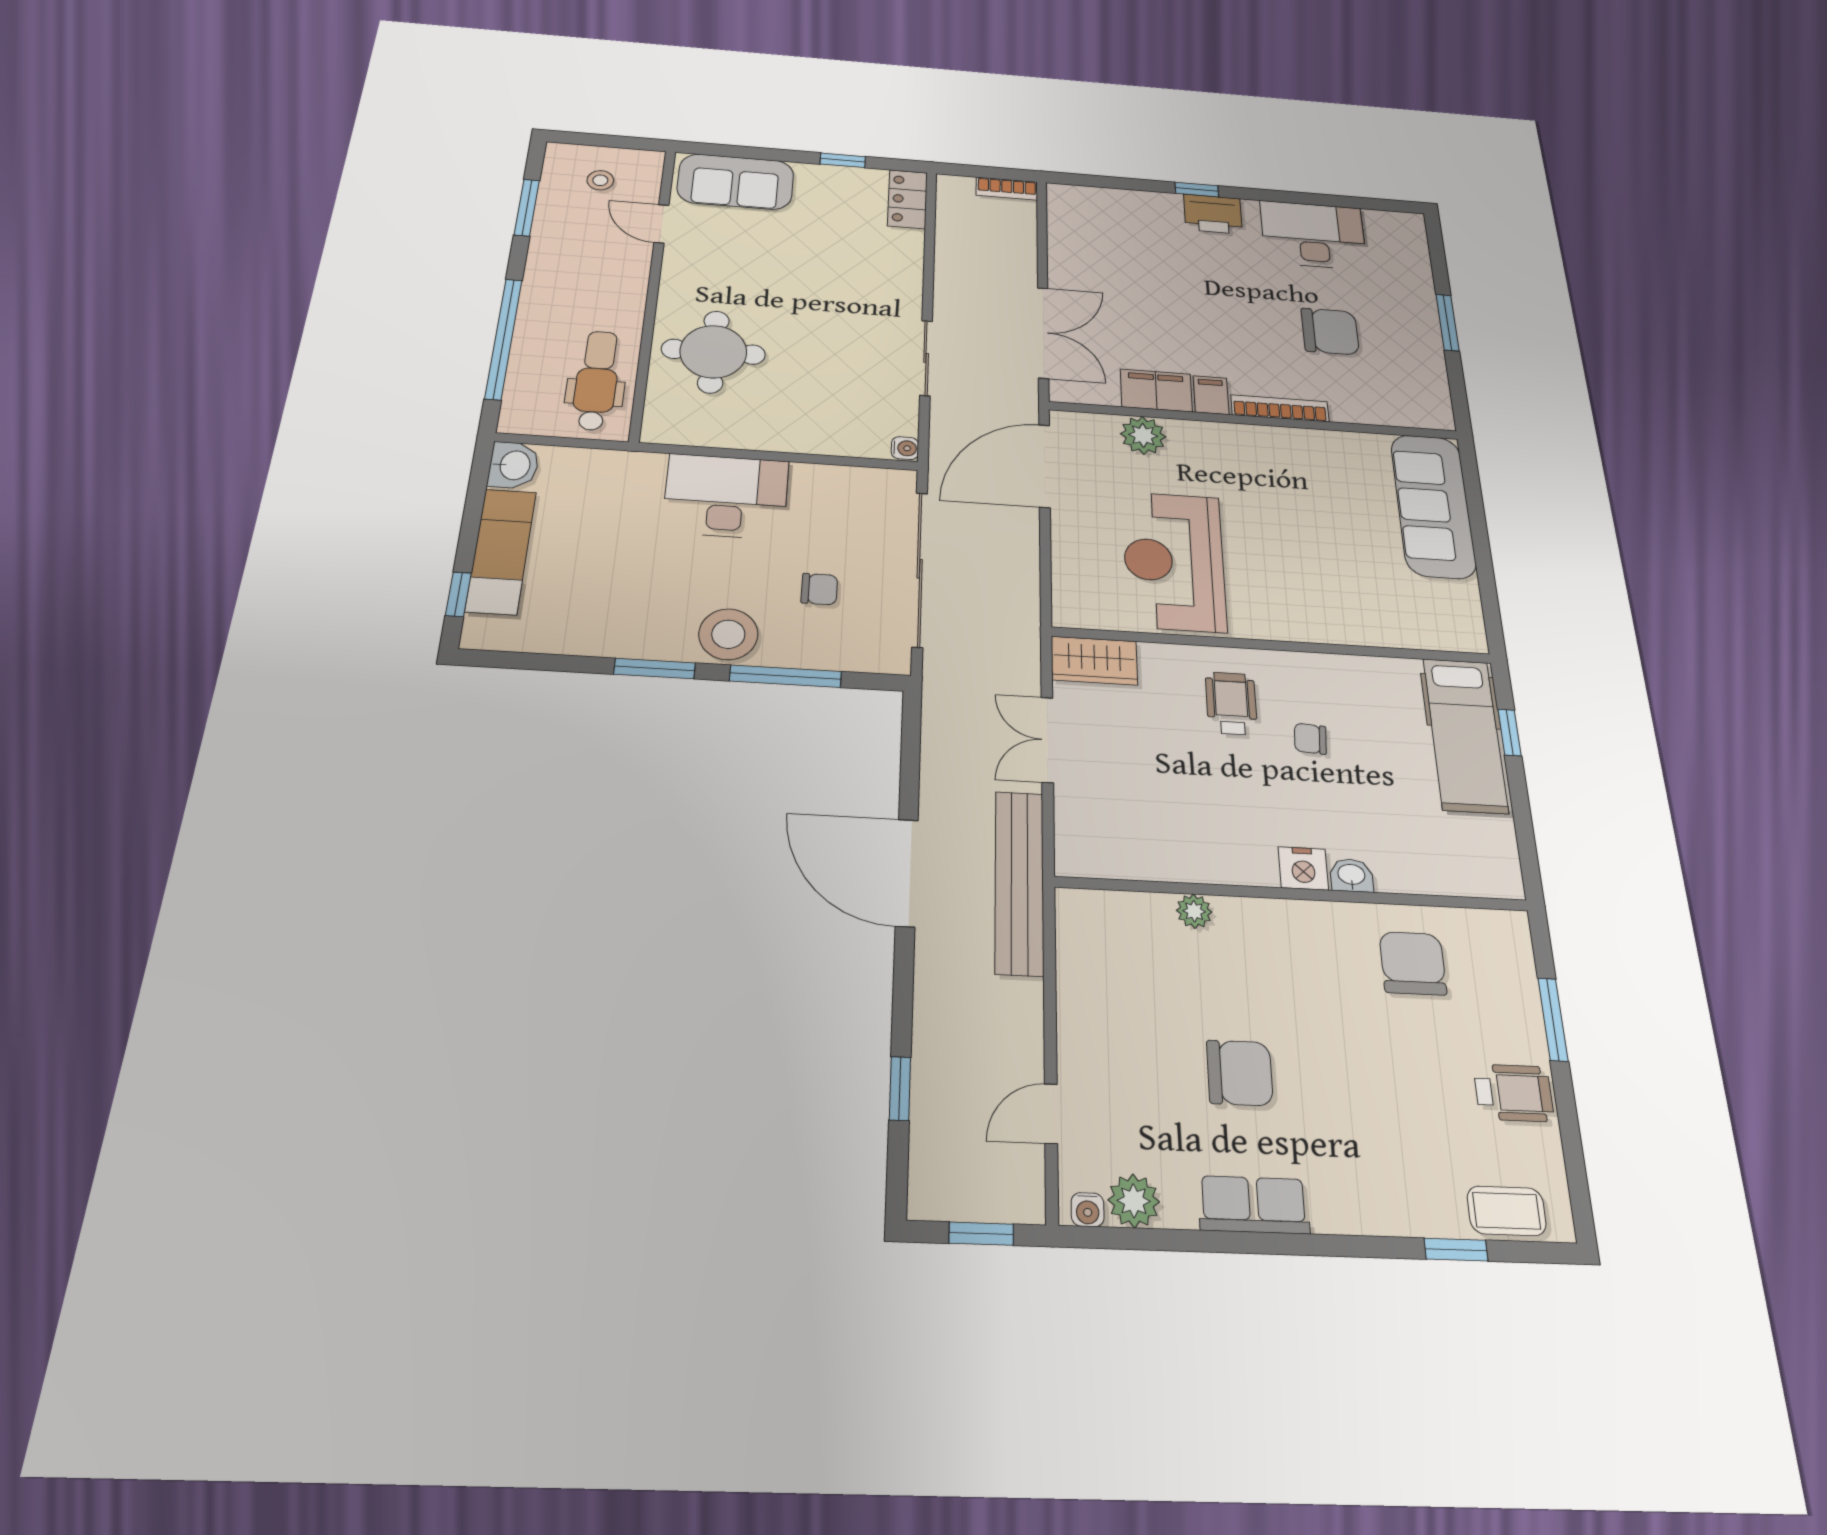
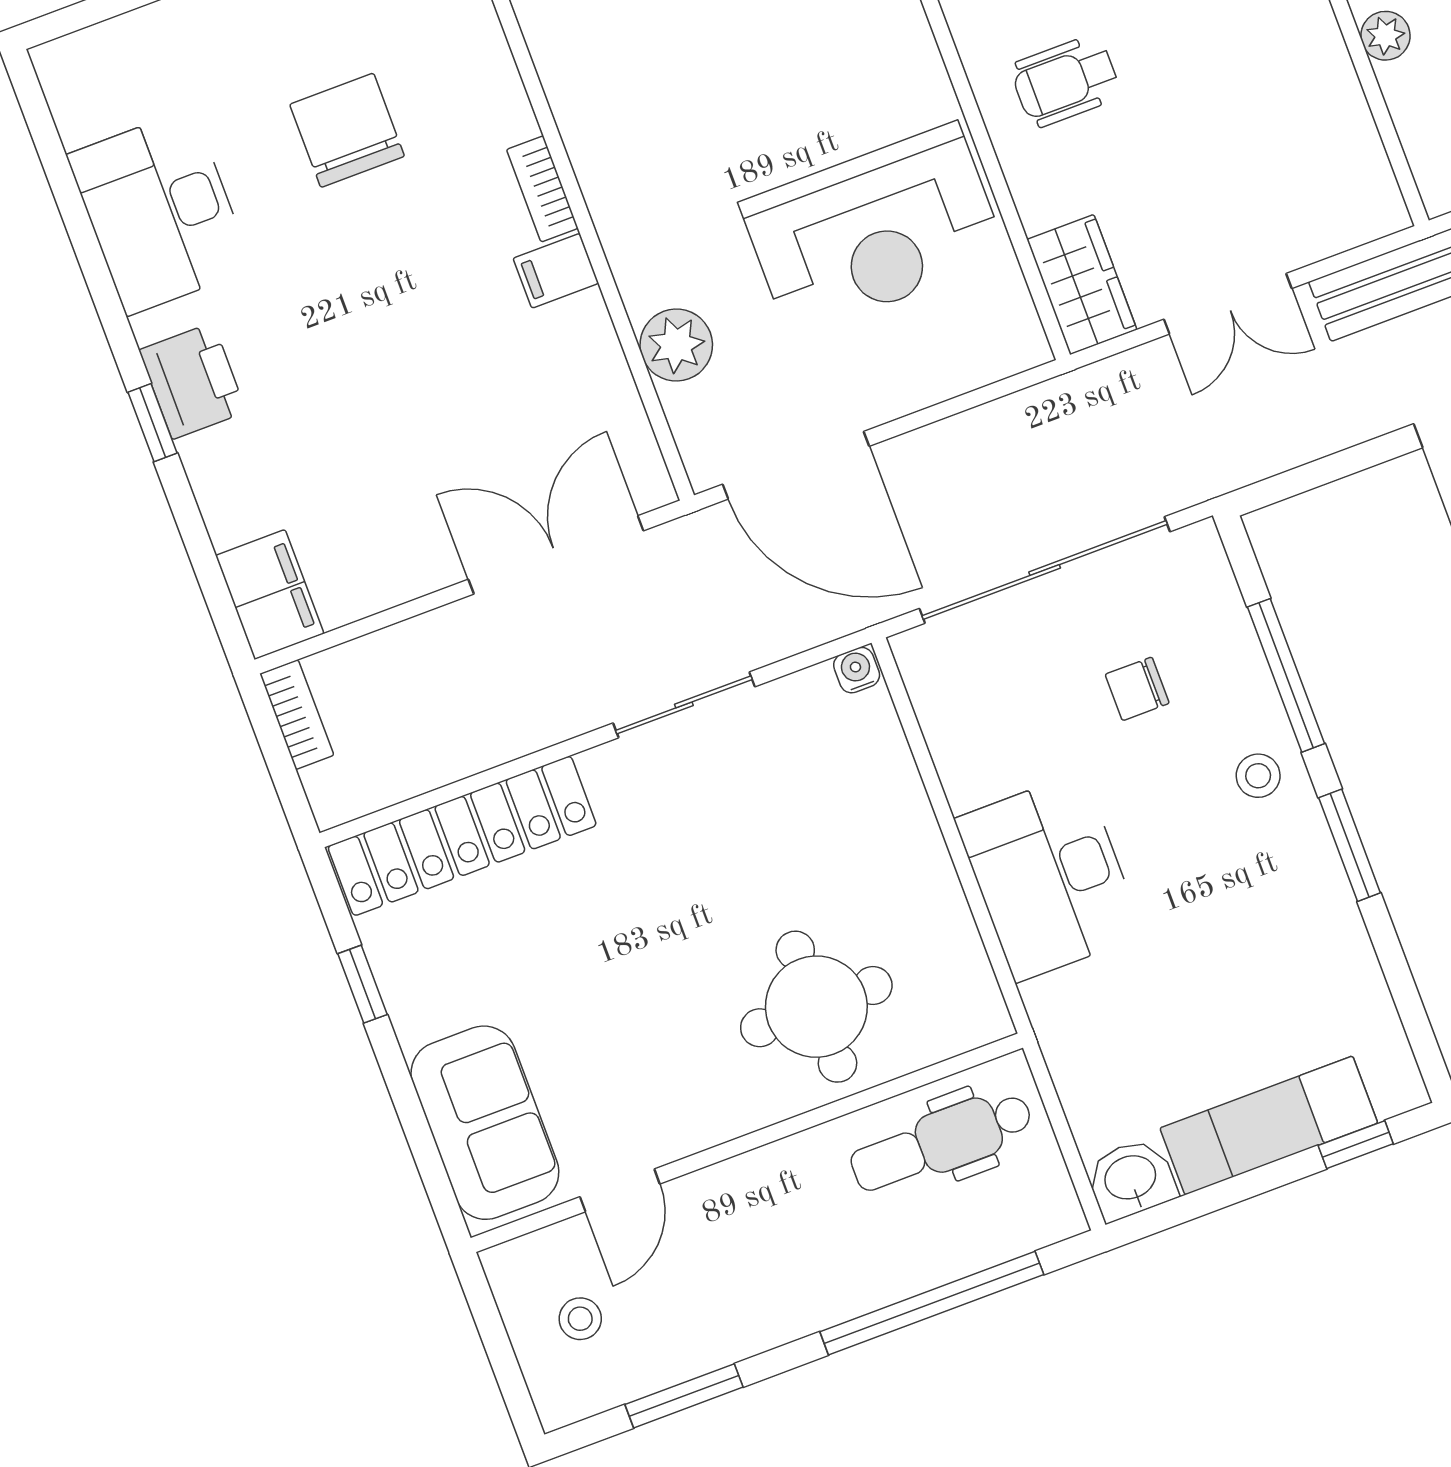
locker: (908, 199) -> (462, 836), width x2.16, depth x1.21
filing cabinet: (1156, 390) -> (270, 595), moved, turned 180
bookcase: (1280, 408) -> (542, 189), width x0.64
chair: (819, 589) -> (1137, 689), turned -90
stool: (728, 634) -> (1258, 776), width x0.53, depth x0.53

